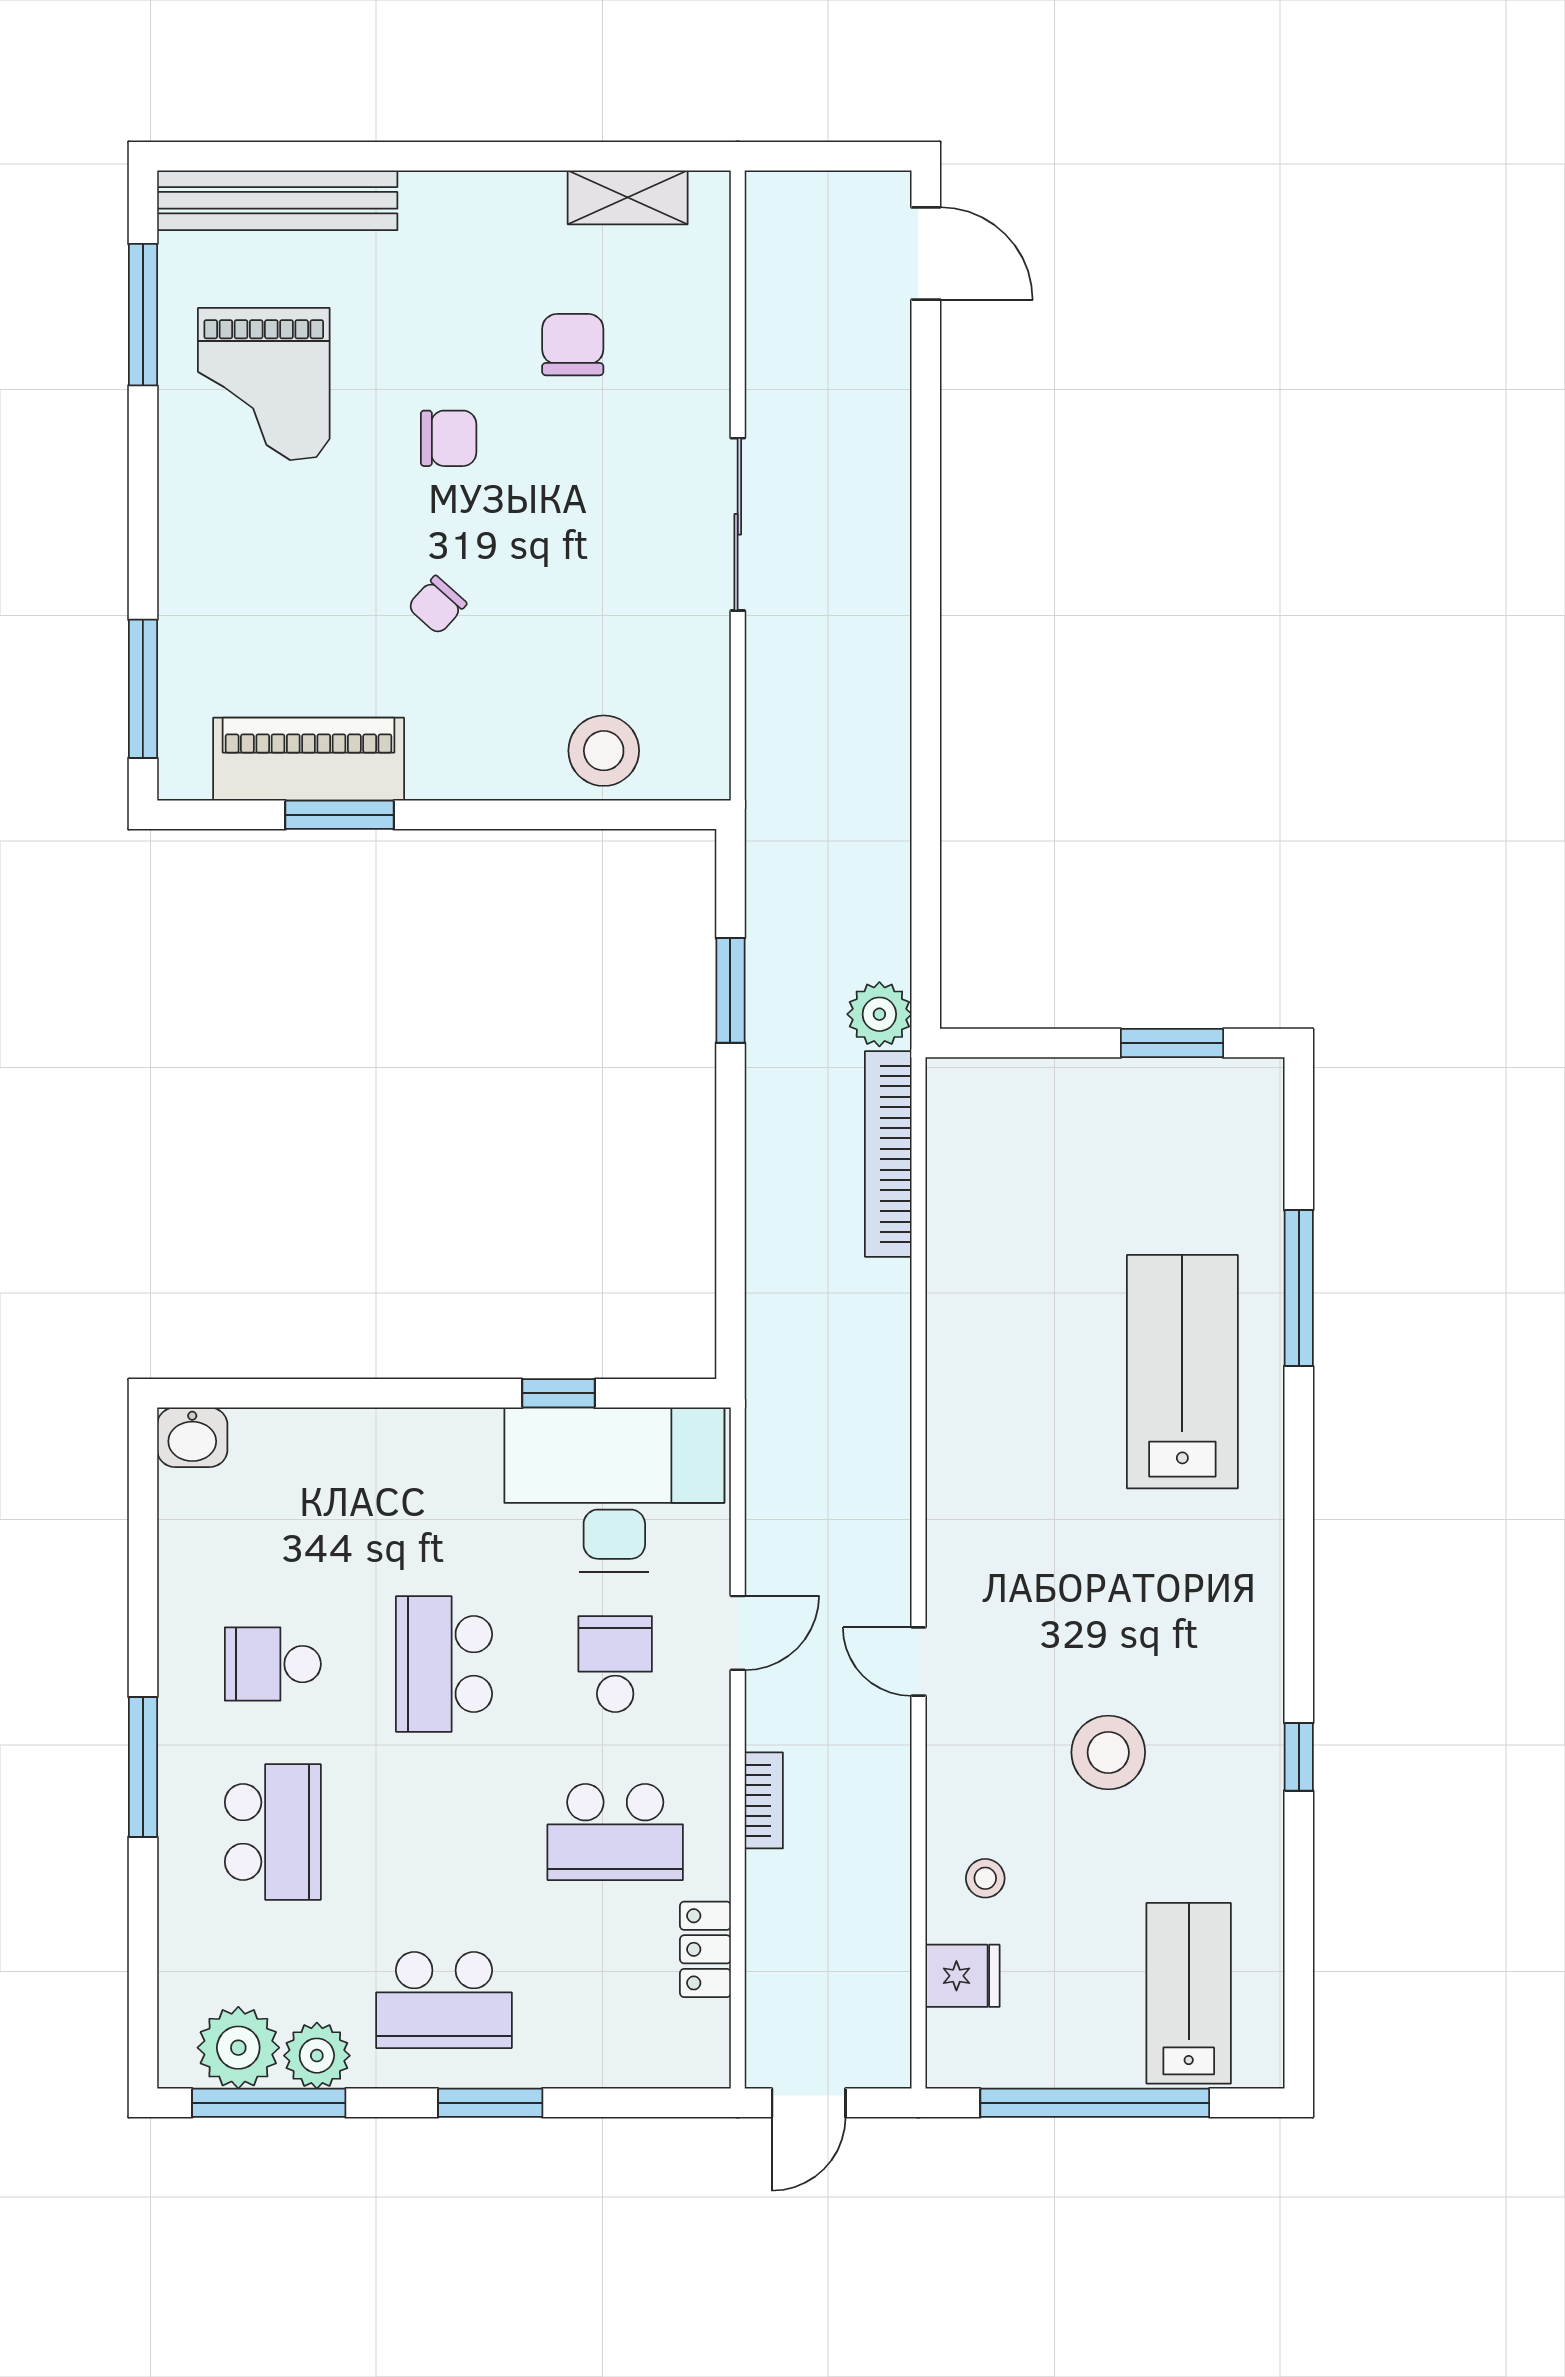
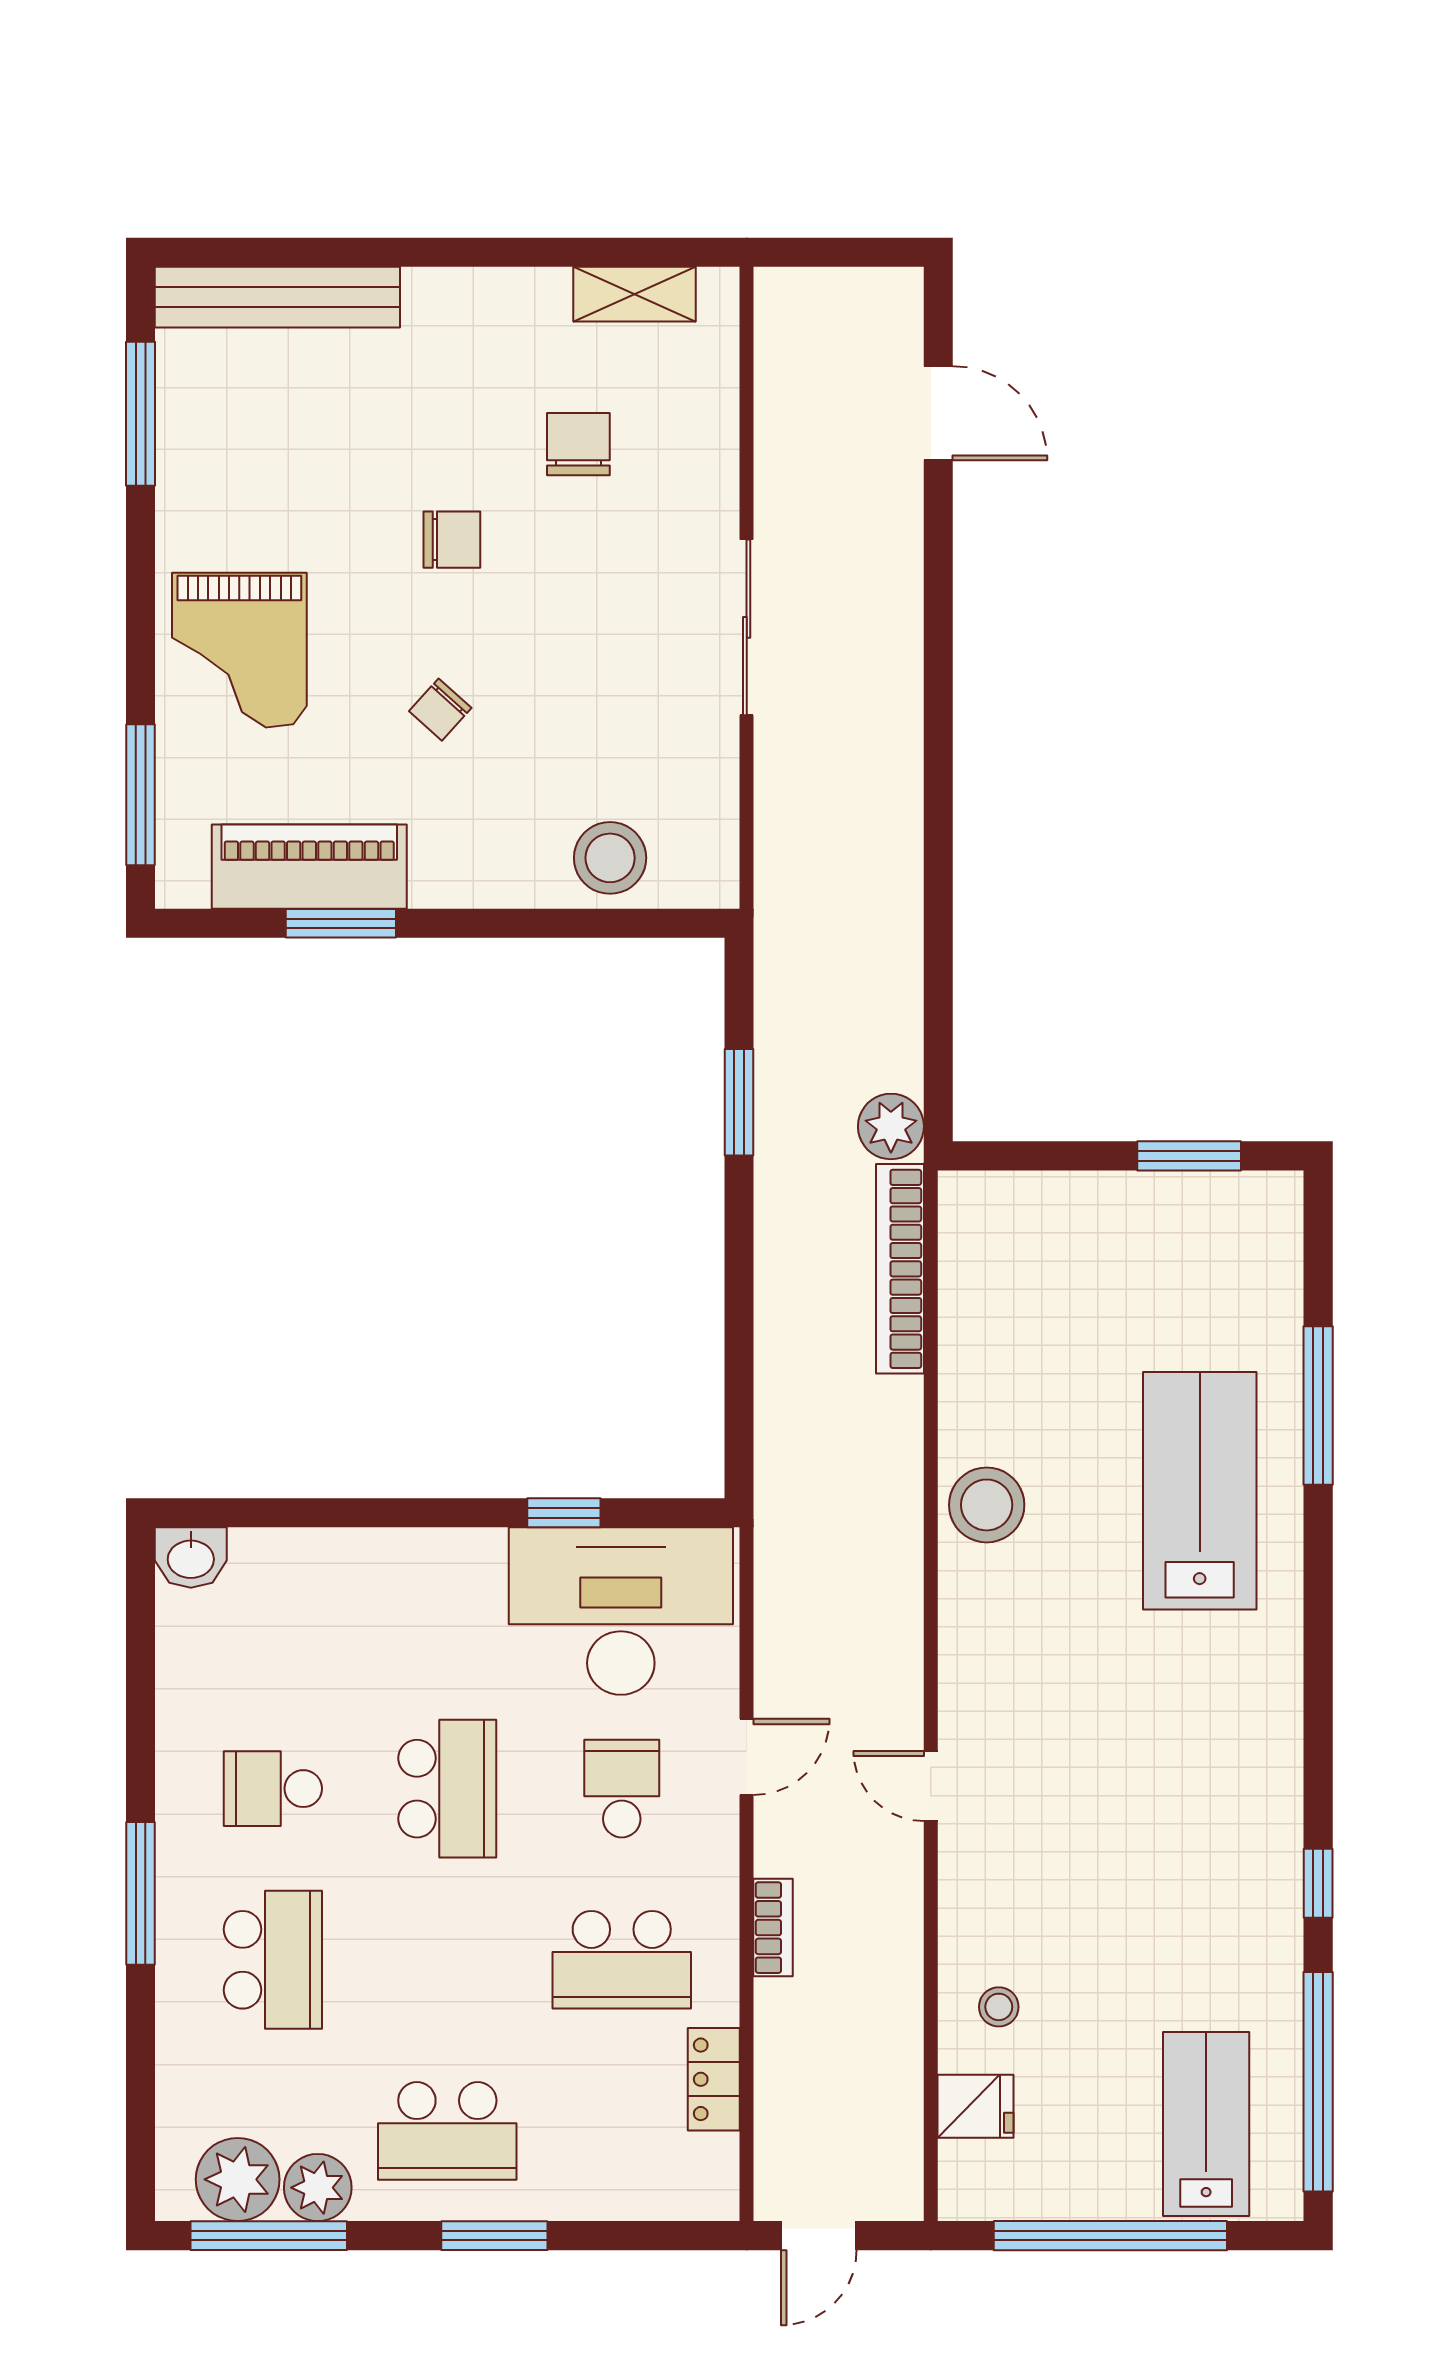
door: (926, 254) -> (938, 413), moved
grand piano: (264, 384) -> (239, 650), moved
school desk: (444, 1664) -> (447, 1789), turned 180
stool: (1108, 1752) -> (987, 1505), moved
window: (1299, 1952) -> (1318, 2082), added

